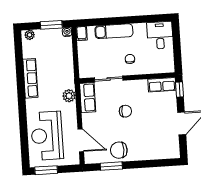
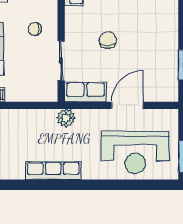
plant: (69, 96) -> (66, 118), moved
door: (81, 140) -> (127, 105), moved
chair: (119, 150) -> (162, 53), removed

